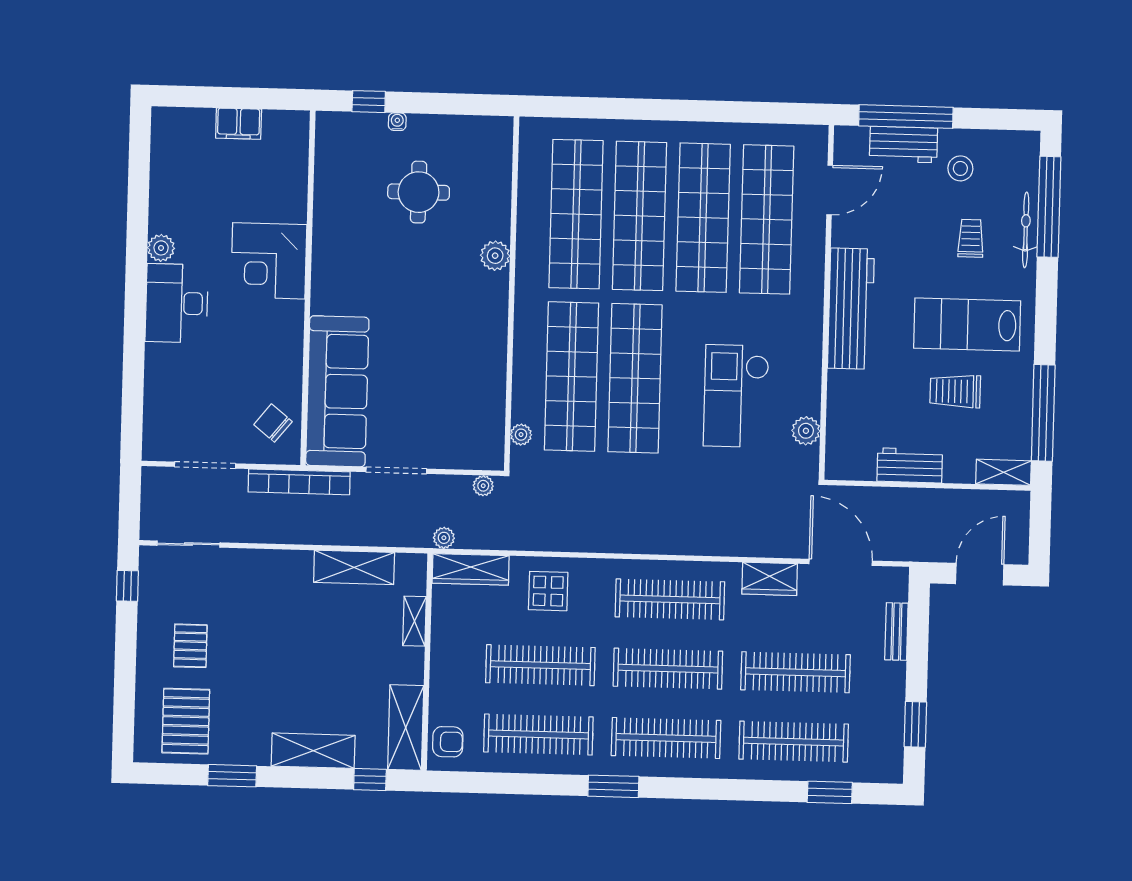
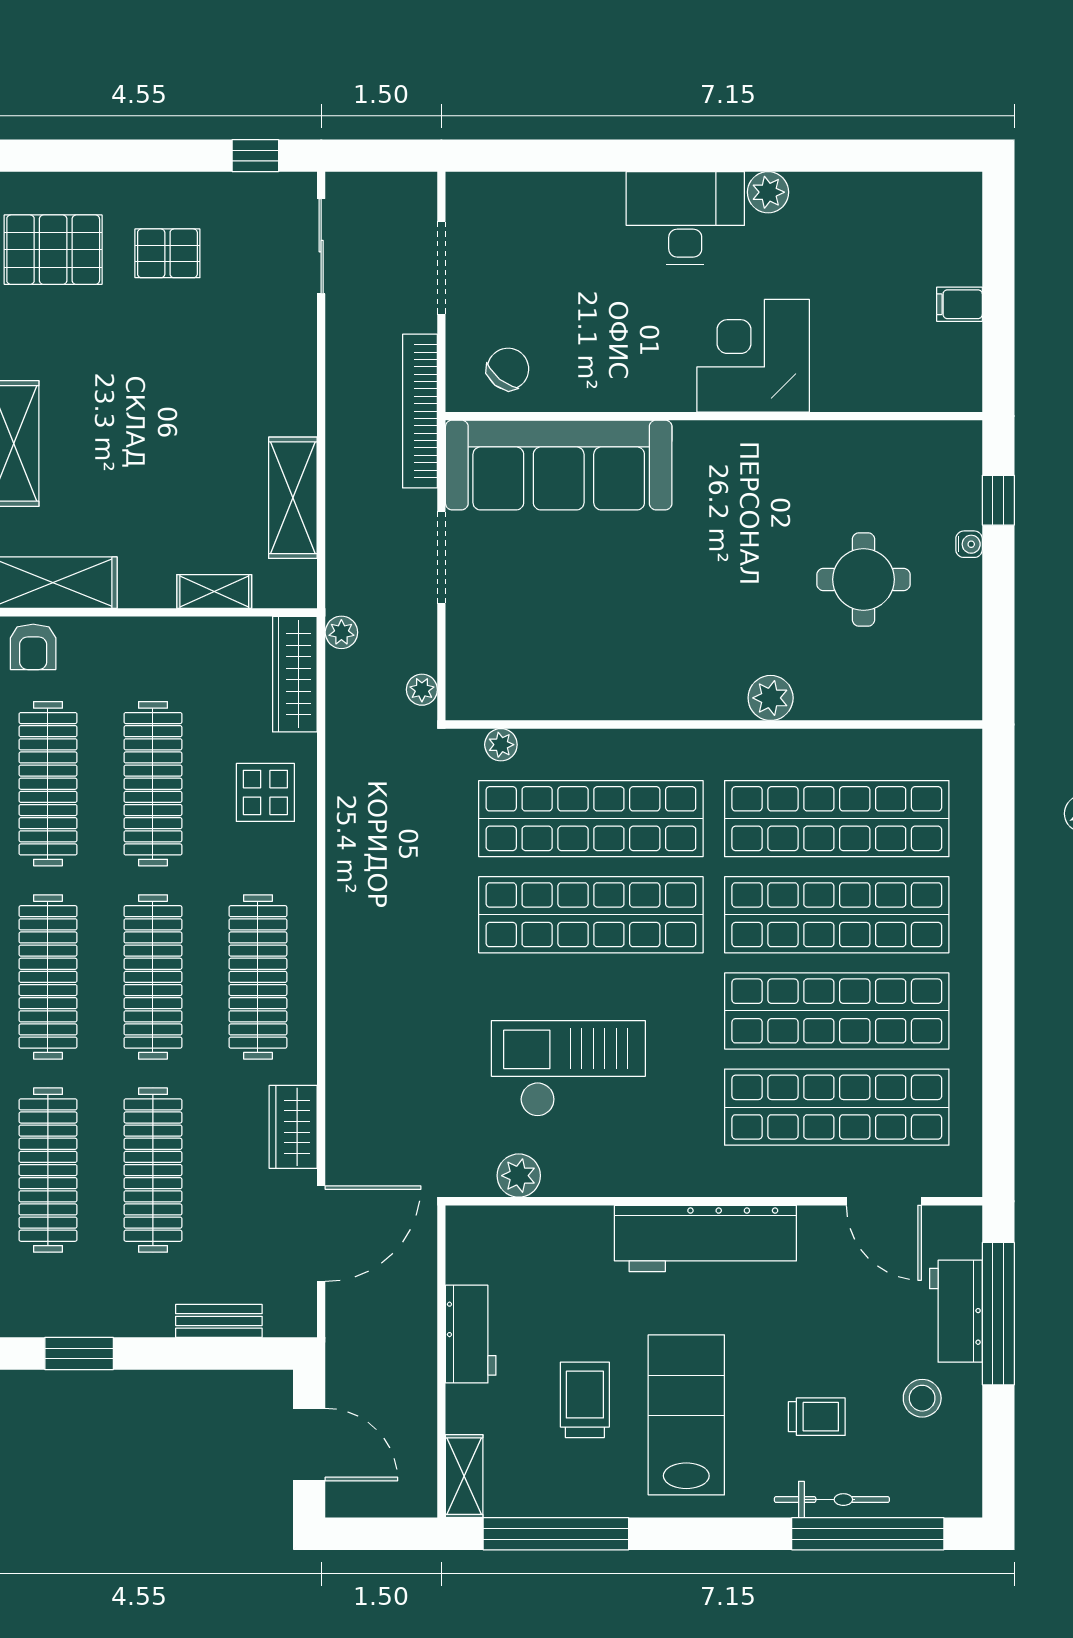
filing cabinet: (239, 124) -> (959, 304), width x0.50

